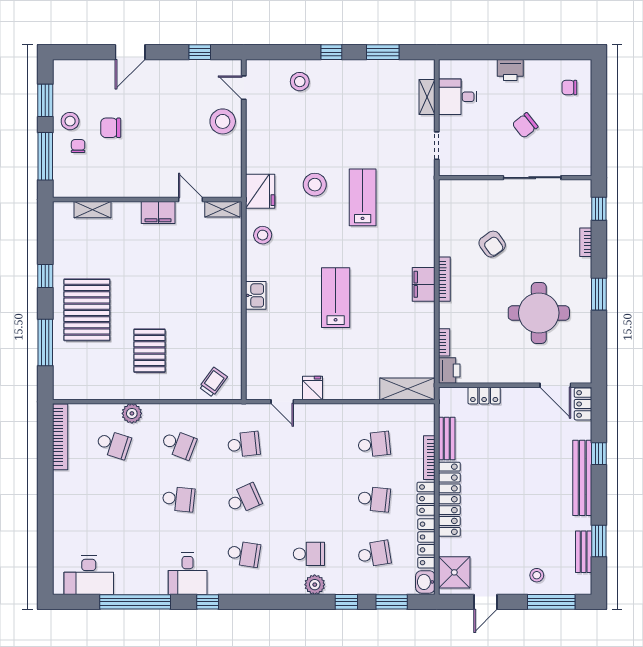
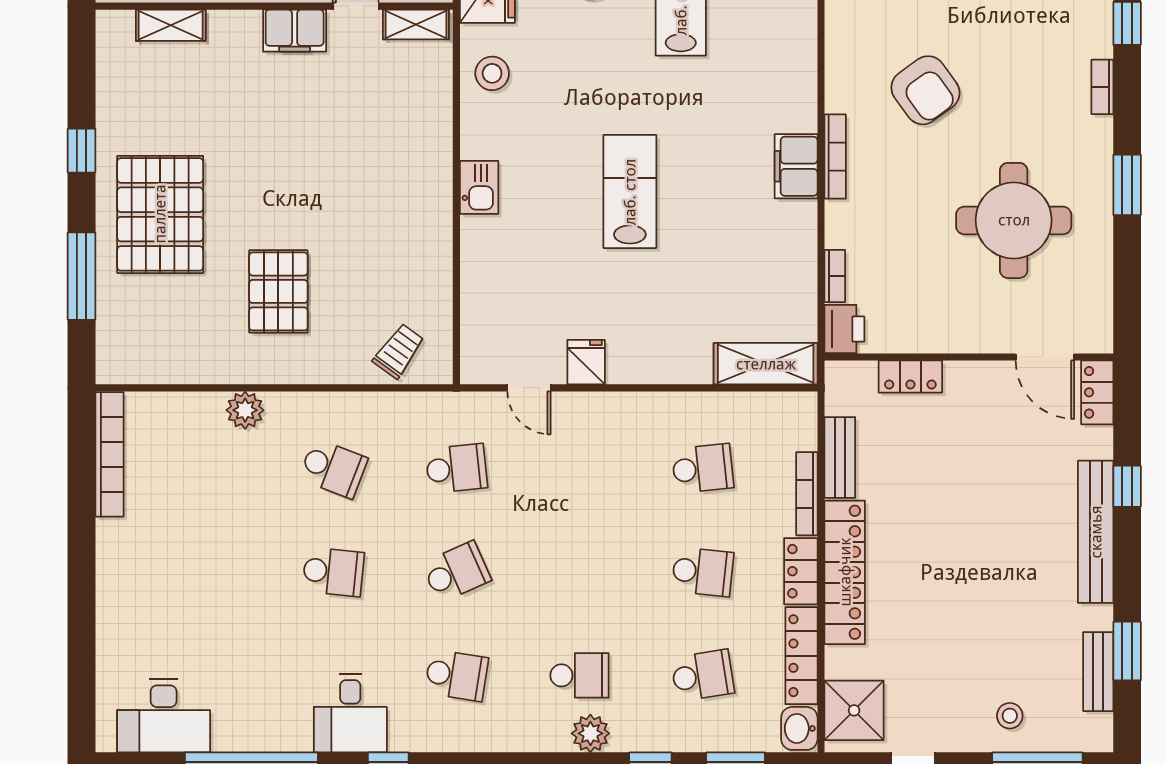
armchair: (492, 244) -> (925, 90), width x1.38, depth x1.38
school desk: (113, 444) -> (210, 468), removed

